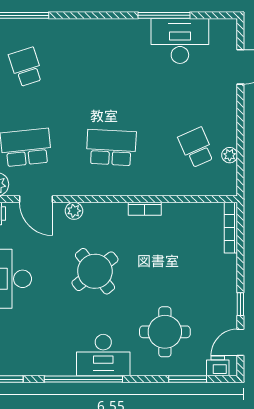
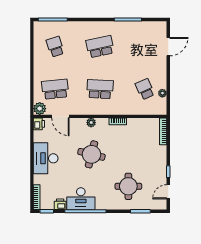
desk: (180, 41) -> (136, 33), removed
school desk: (111, 67) -> (100, 47), added
plant: (74, 211) -> (91, 123), moved
round table: (95, 271) -> (91, 154), turned -38
desk: (103, 355) -> (81, 199), moved
printer: (218, 366) -> (60, 204), moved

